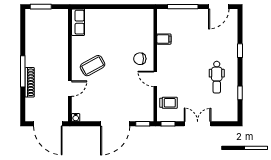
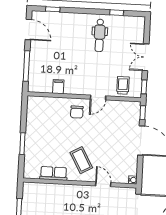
window: (106, 7) -> (22, 144), added
row of seats: (78, 22) -> (53, 173), moved
window: (240, 51) -> (53, 9), moved
dental chair: (217, 77) -> (100, 35), turned 90

